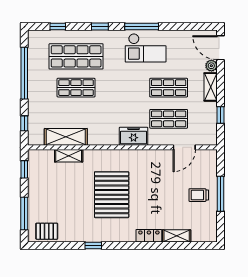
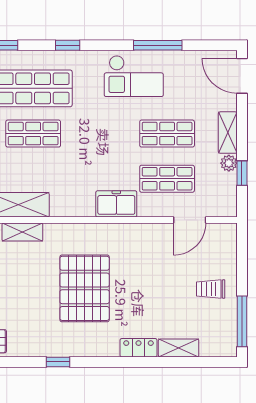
window: (142, 27) -> (158, 45), moved
plant: (211, 66) -> (229, 163), moved
window: (220, 194) -> (242, 321), moved

